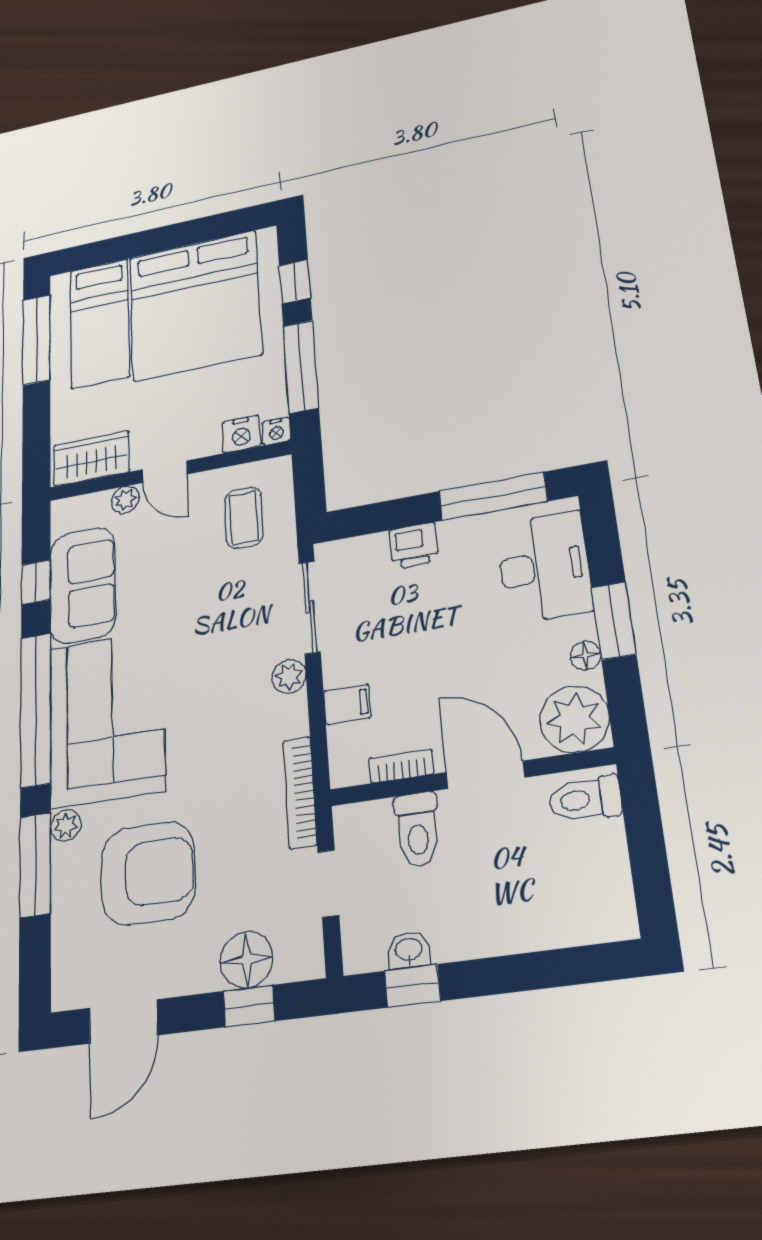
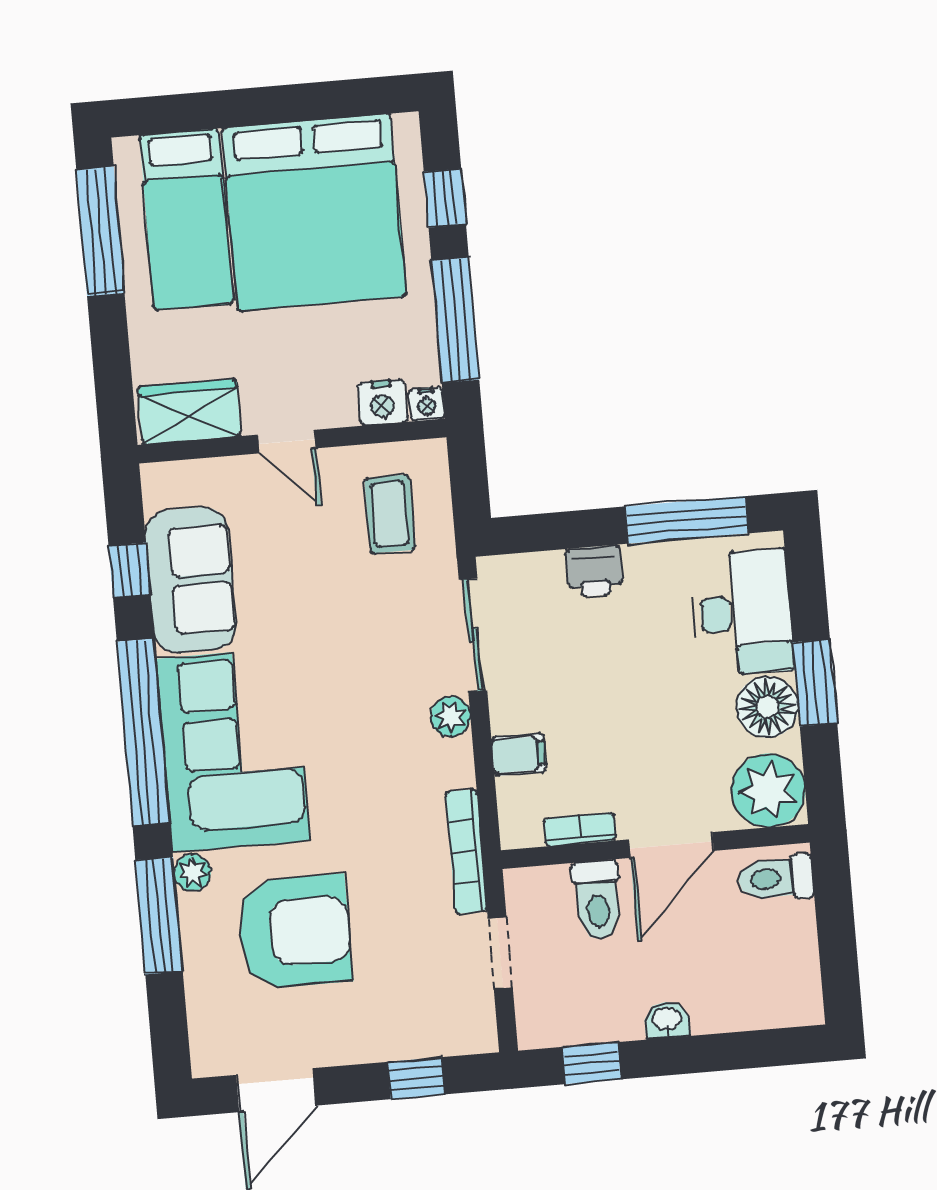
plant: (125, 500) -> (238, 473), removed
floor lamp: (585, 656) -> (767, 707), width x1.89, depth x1.89
door: (485, 775) -> (671, 845), swing flipped
washbasin: (409, 950) -> (667, 1020), moved
floor lamp: (247, 960) -> (412, 1030), removed

